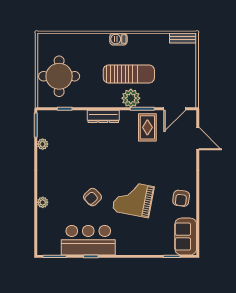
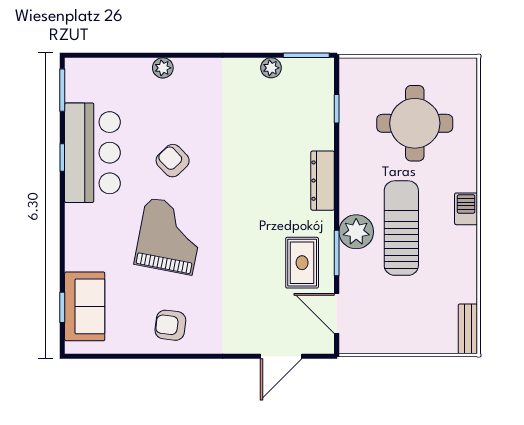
sun lounger: (129, 74) -> (401, 228), turned 180
round table: (59, 76) -> (415, 123), moved
rug: (147, 127) -> (302, 263), turned 90
sofa: (186, 237) -> (85, 306), moved, turned 90

